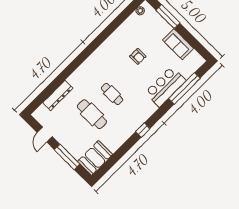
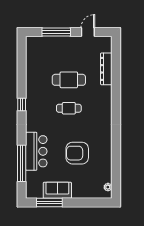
window: (168, 17) -> (49, 203), moved
armchair: (138, 56) -> (77, 153), width x1.88, depth x1.88
door: (45, 135) -> (88, 32), hinge flipped
booth: (95, 158) -> (36, 51), removed

